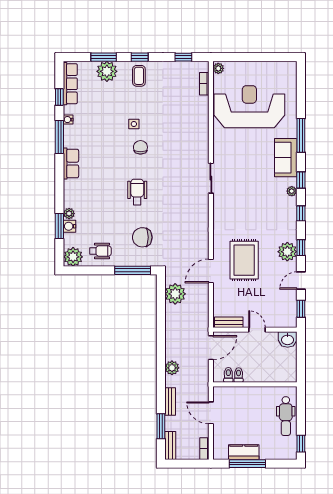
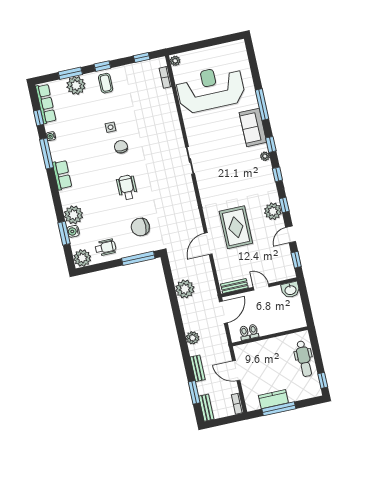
plant: (69, 214) -> (73, 215), width x1.88, depth x1.88
plant: (175, 294) -> (185, 289), moved

